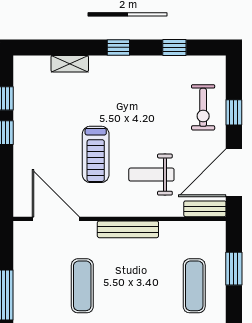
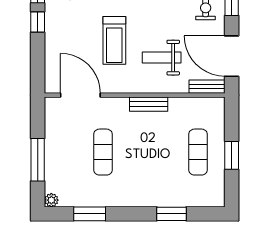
door: (234, 173) -> (232, 56), hinge flipped
bench: (128, 229) -> (149, 104), width x0.73
window: (234, 269) -> (232, 155), moved

